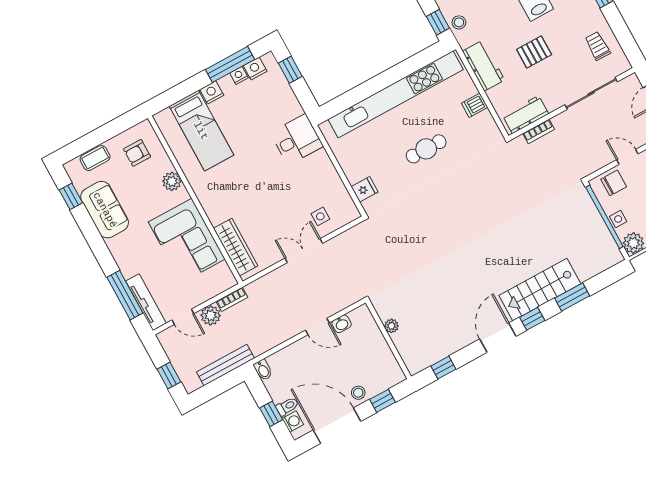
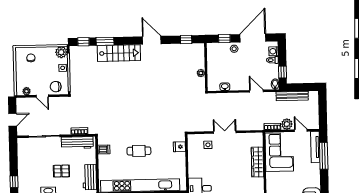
trolley: (598, 46) -> (29, 158), removed
dishwasher: (475, 105) -> (104, 150), moved
workbench: (525, 115) -> (77, 143), width x1.38
corner sofa: (187, 241) -> (279, 152), moved
wardrobe: (236, 247) -> (257, 162), moved
double door: (304, 251) -> (225, 132), swing flipped
window: (532, 319) -> (83, 42), moved
door: (317, 327) -> (256, 91), moved
door: (498, 338) -> (152, 40), swing flipped
window: (169, 375) -> (323, 105), removed
window: (271, 414) -> (282, 72), moved
door: (337, 426) -> (253, 38), swing flipped

